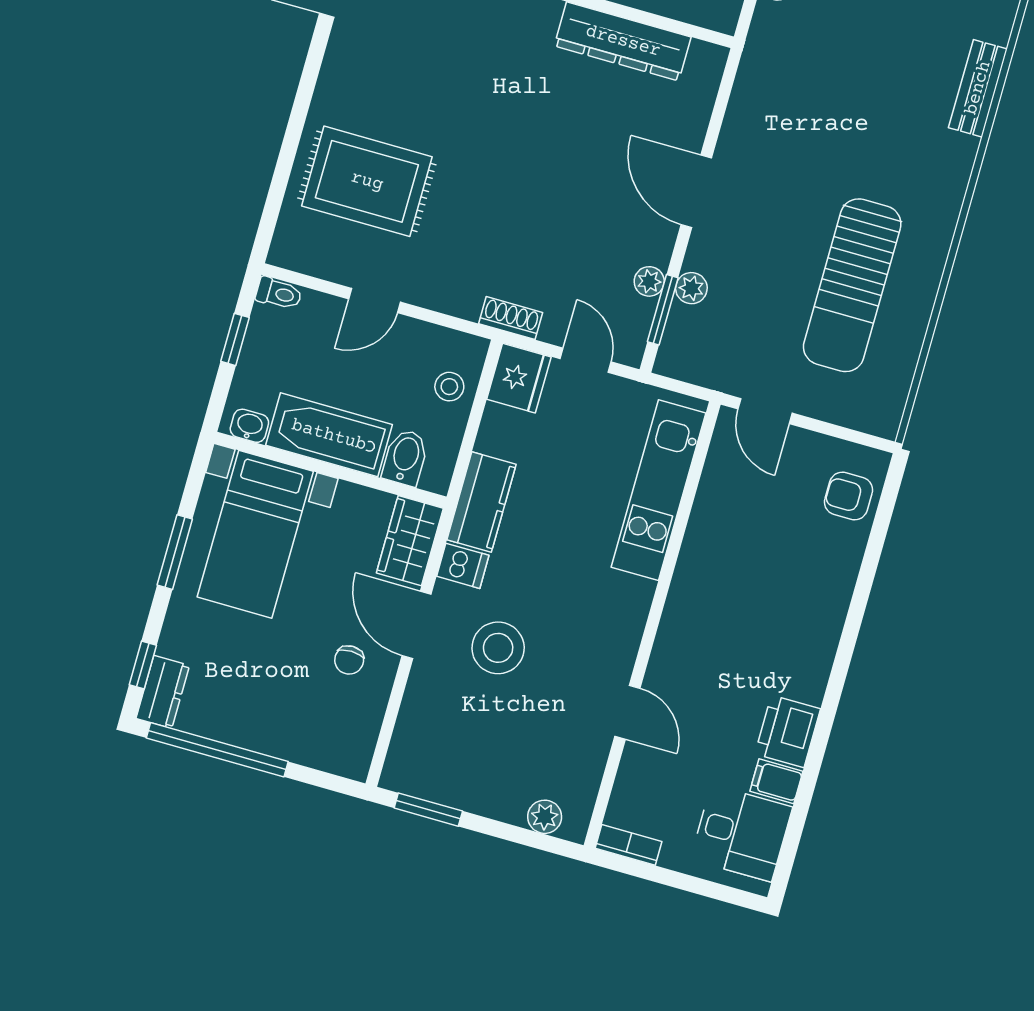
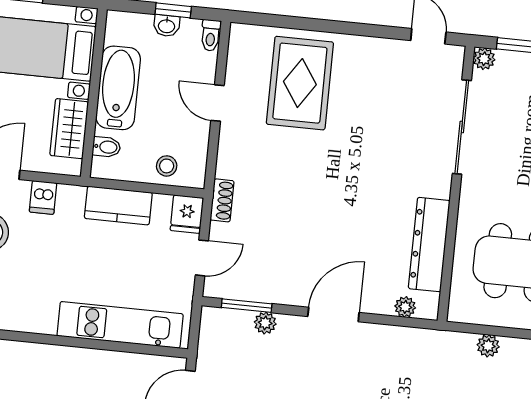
plant: (649, 281) -> (405, 307), moved
fridge: (519, 378) -> (187, 214), width x0.72
washbasin: (249, 426) -> (167, 26), moved, turned 90
bidet: (405, 457) -> (106, 147), width x0.72, depth x0.74
kitchen counter: (481, 502) -> (118, 205), moved
wardrobe: (410, 541) -> (69, 129), moved, turned -90

